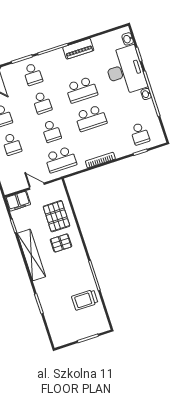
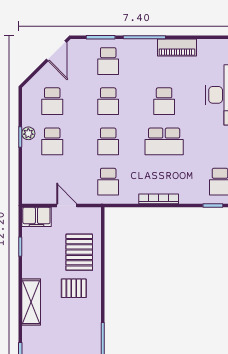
school desk: (82, 90) -> (164, 101), width x0.54
school desk: (61, 160) -> (108, 182), width x0.54
shelving: (31, 255) -> (31, 302), width x0.68

